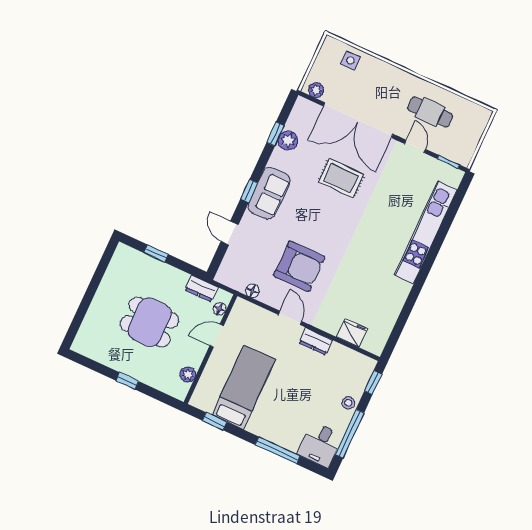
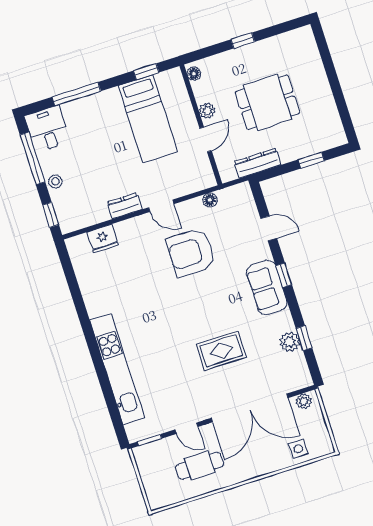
double door: (358, 120) -> (250, 408), swing flipped
dresser: (201, 289) -> (258, 163), width x1.44
floor lamp: (220, 309) -> (194, 74), moved
plant: (188, 375) -> (207, 111), moved

